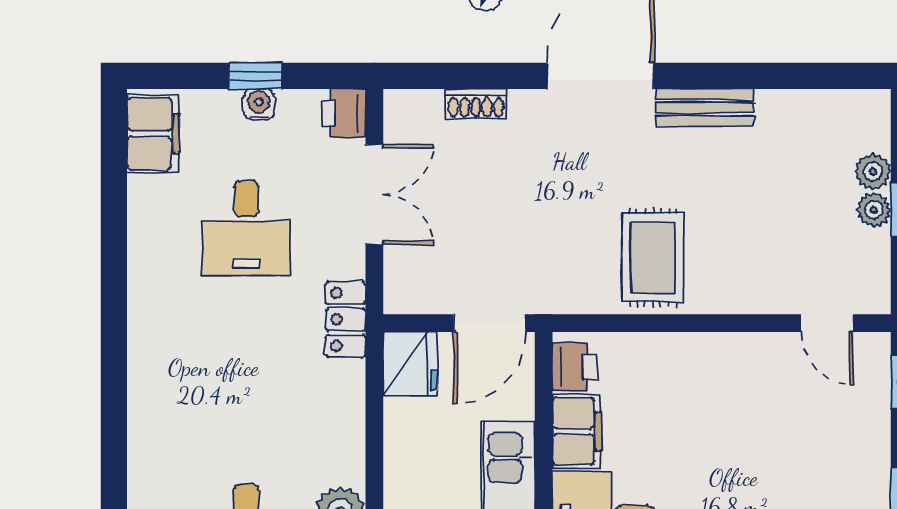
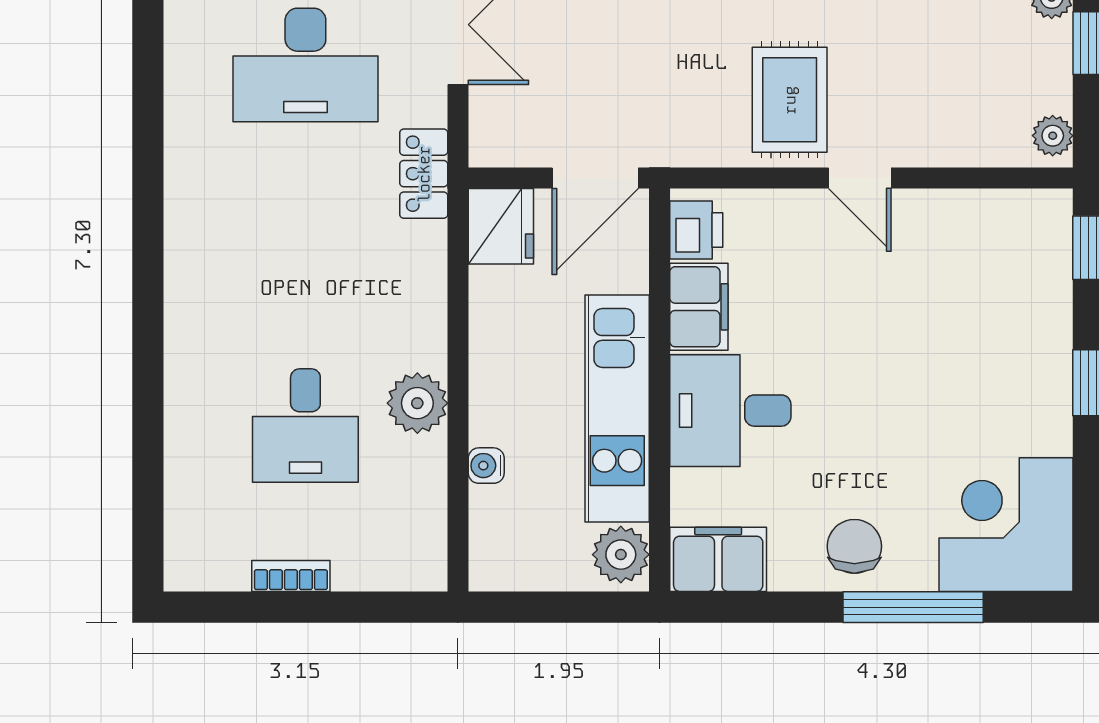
plant: (874, 210) -> (1053, 136), moved
desk: (246, 228) -> (305, 65), width x1.37
door: (827, 323) -> (860, 178), moved

